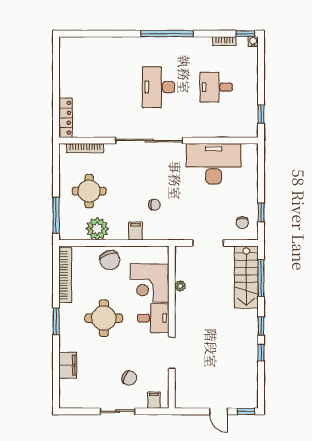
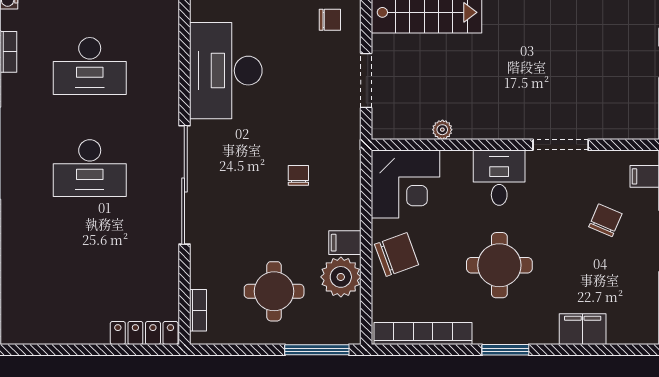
desk: (216, 87) -> (90, 66), width x1.37
bookcase: (85, 148) -> (198, 310), width x0.64
filing cabinet: (136, 231) -> (345, 243), moved
corner desk: (150, 283) -> (405, 184), moved

